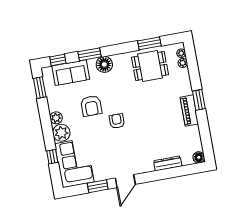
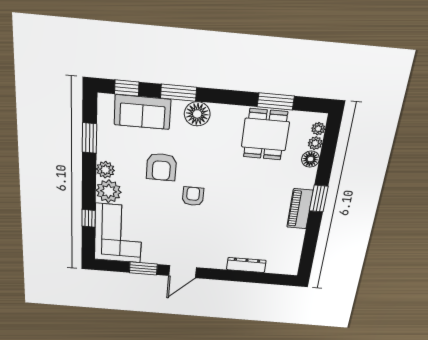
dining table: (150, 66) -> (265, 134), turned 90
window: (40, 88) -> (89, 138), moved
floor lamp: (199, 157) -> (310, 159), moved

